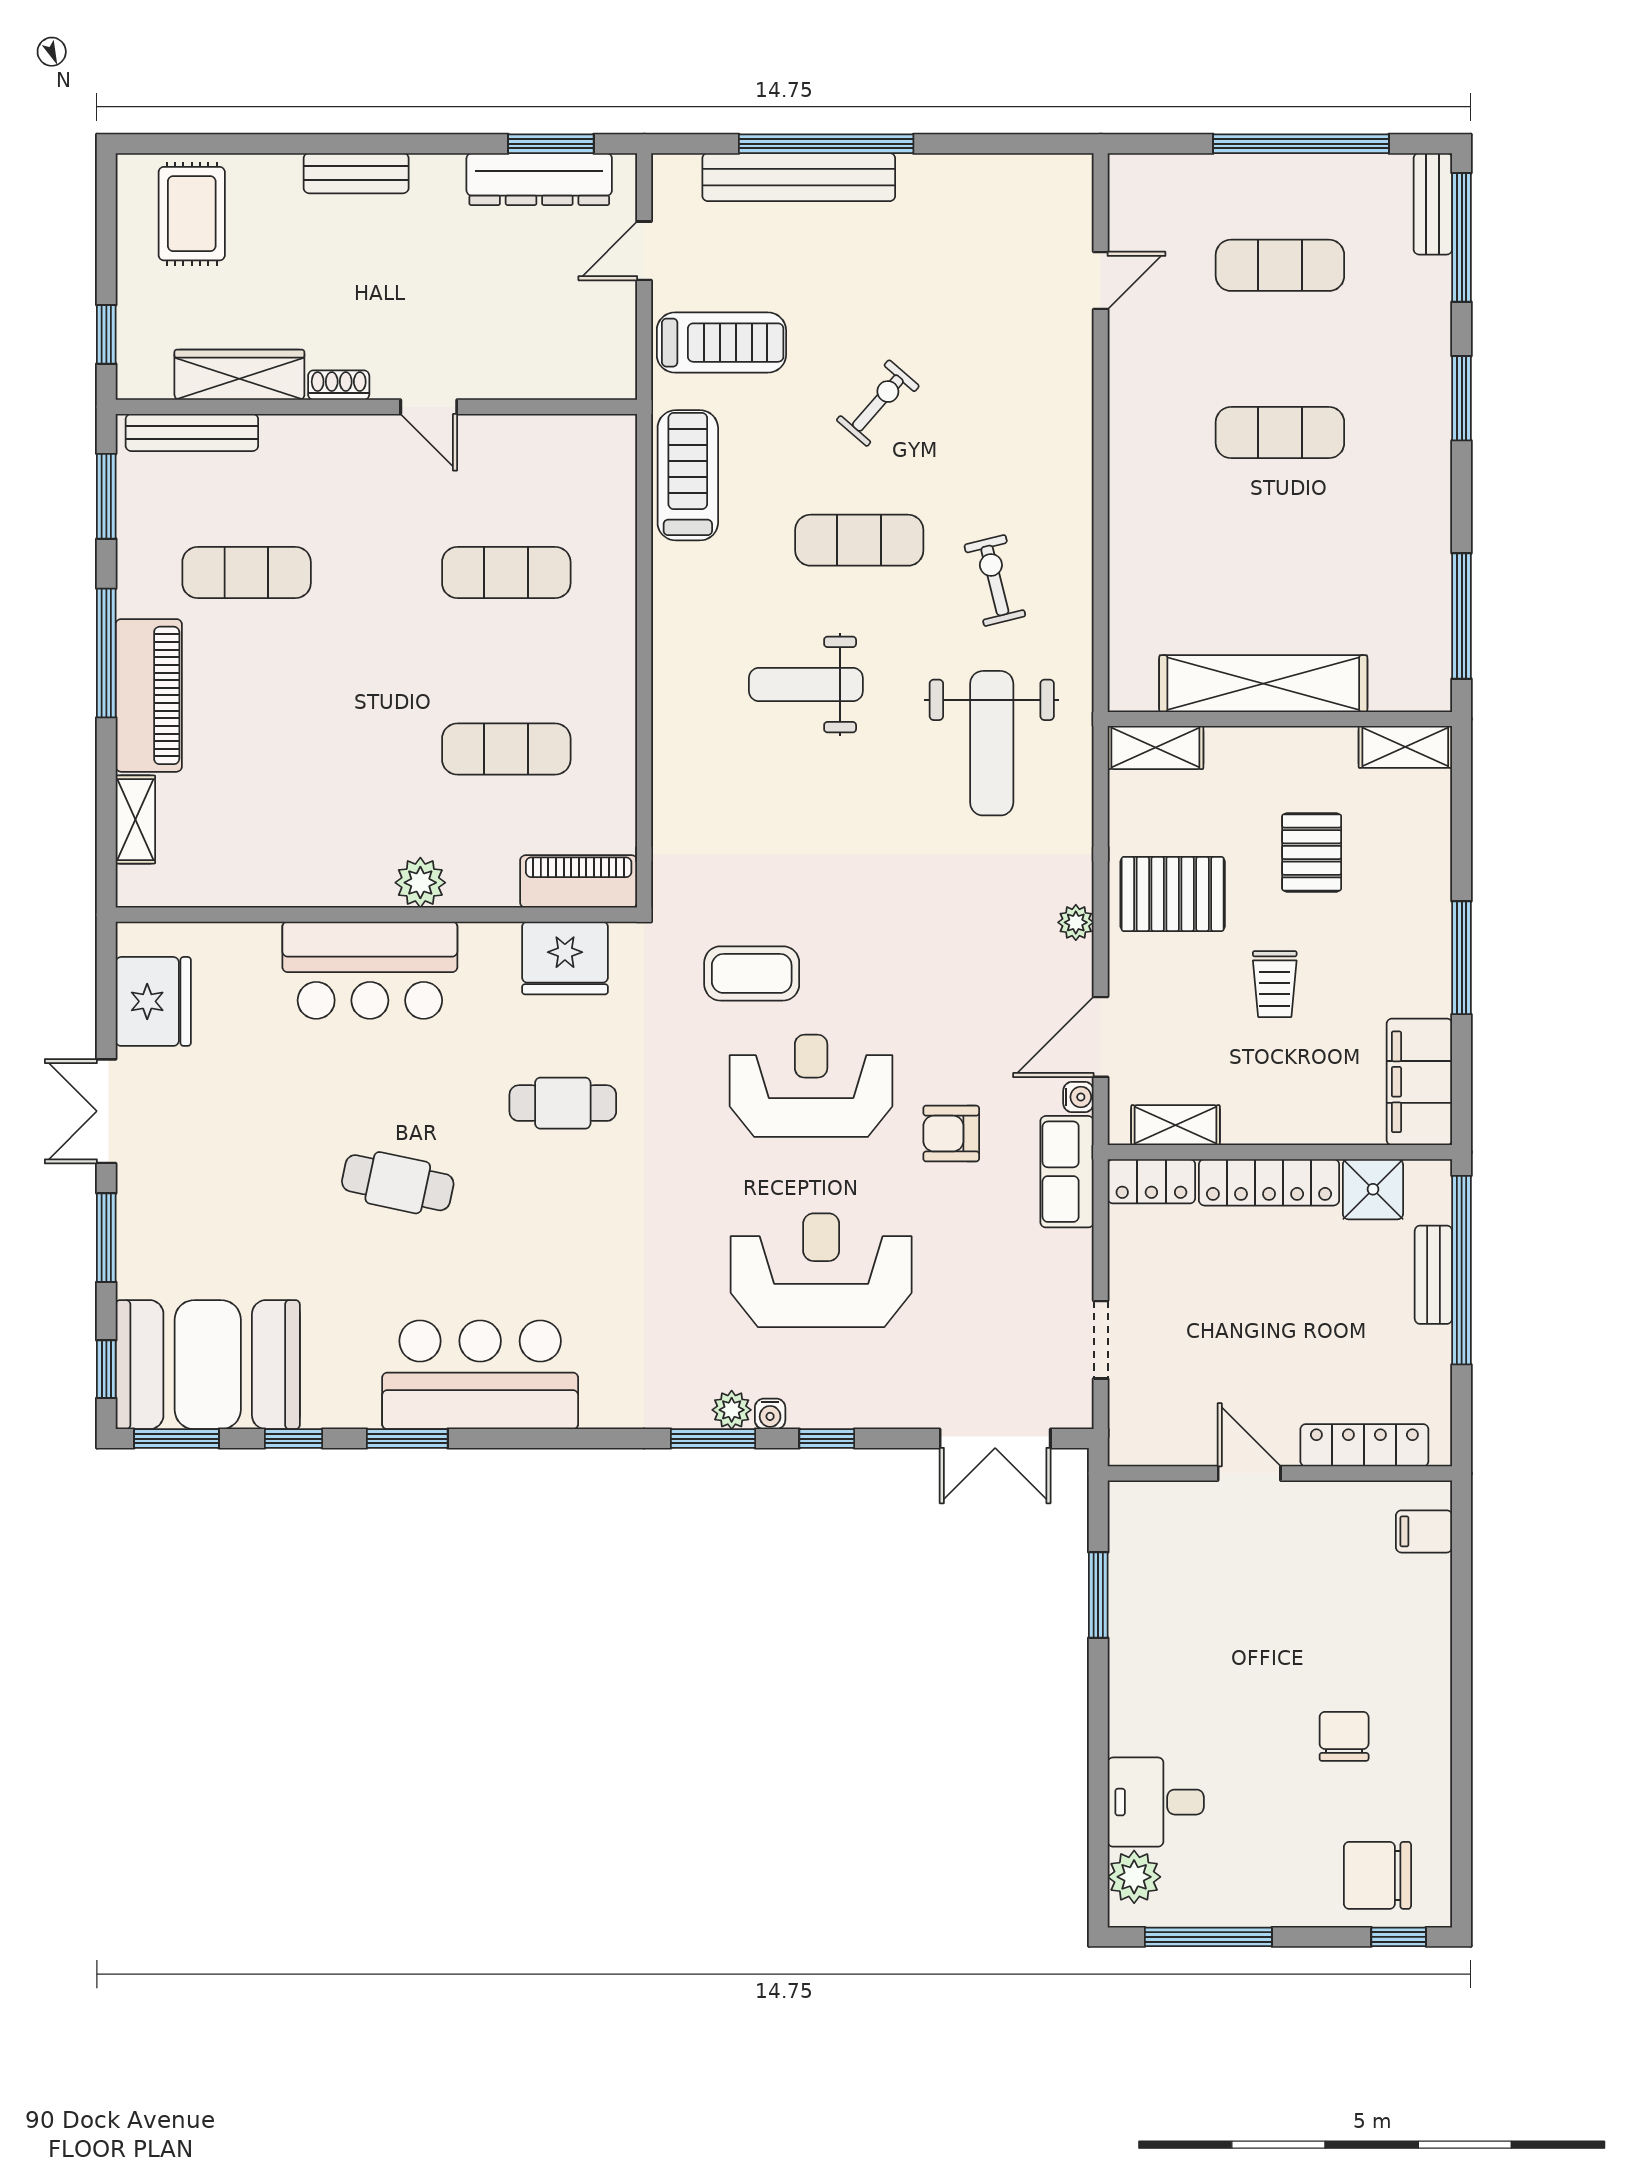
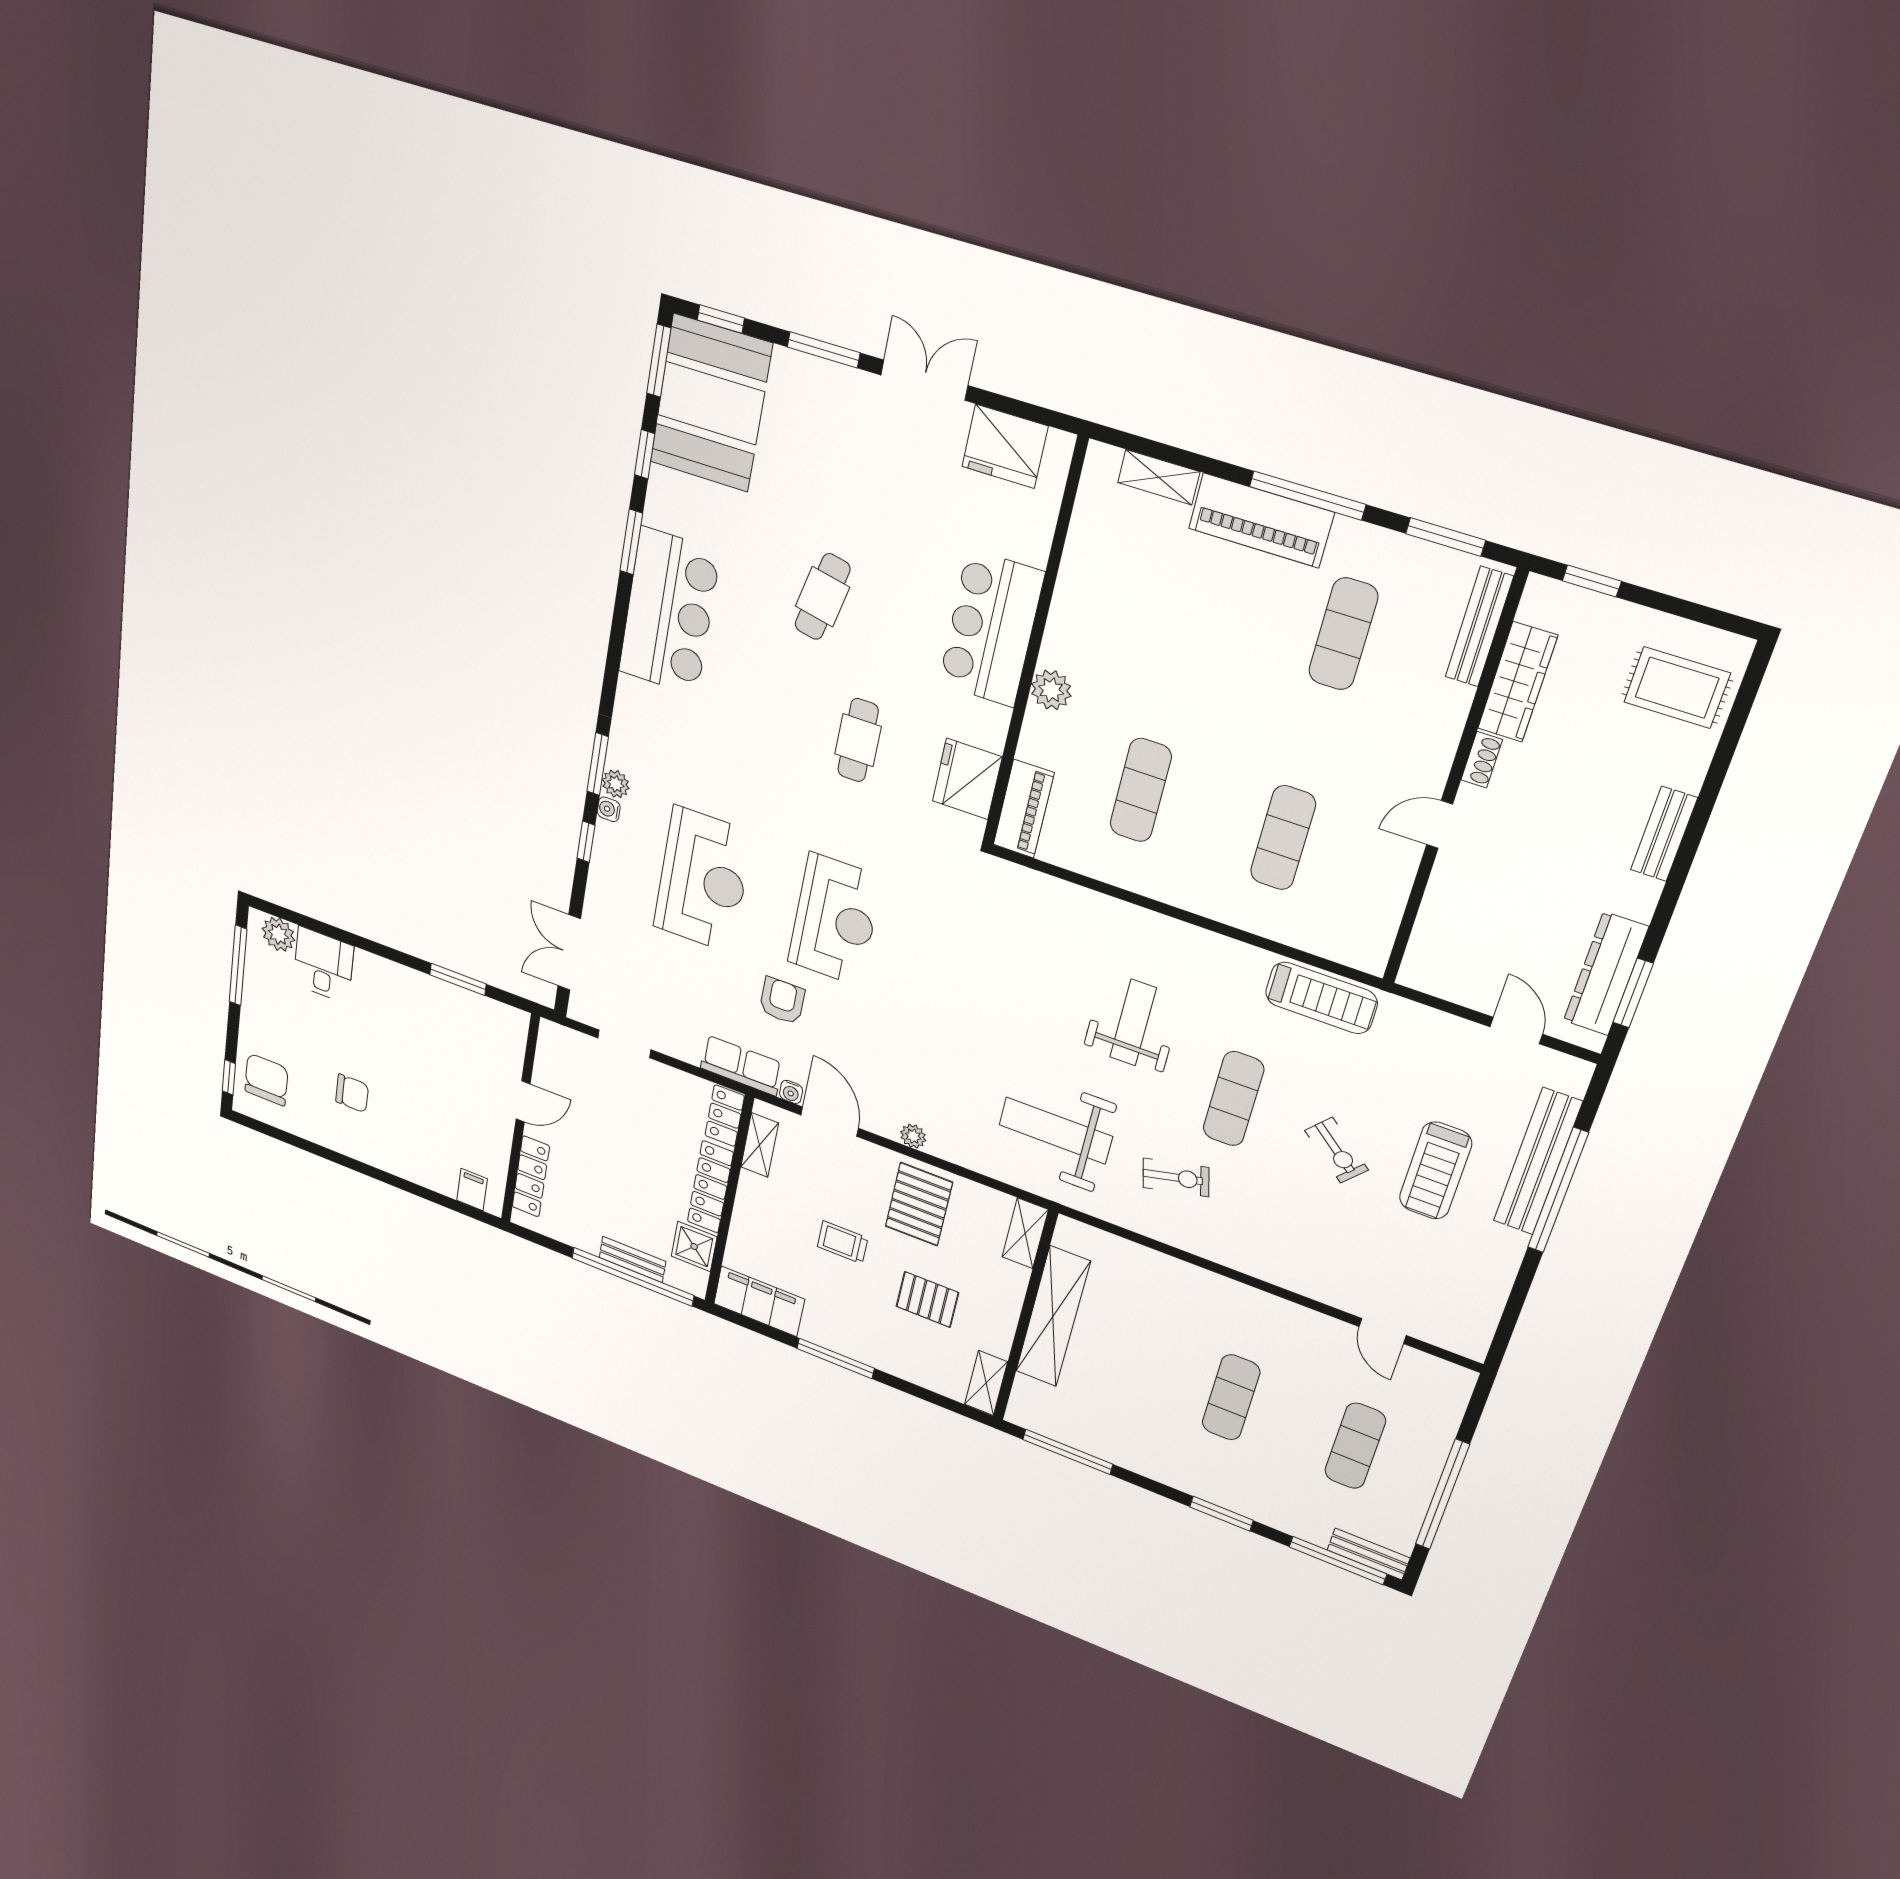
treadmill: (721, 343) -> (1435, 1171), moved
coffee table: (752, 973) -> (926, 908), removed

